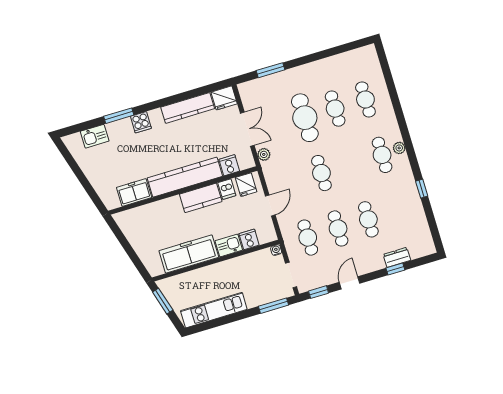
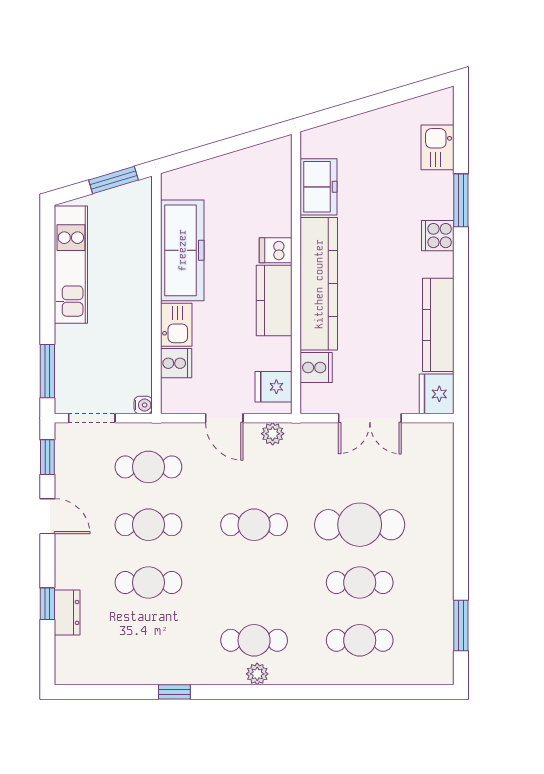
window: (270, 70) -> (461, 625), moved
plant: (264, 154) -> (273, 434), moved
dishwasher: (227, 189) -> (276, 250), moved

